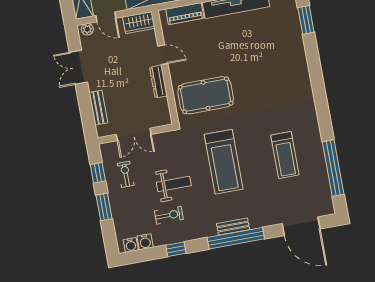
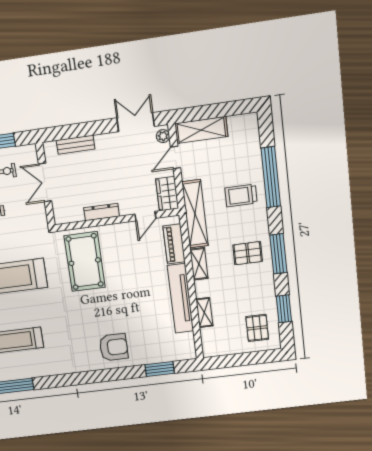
door: (163, 55) -> (145, 216), moved
armchair: (287, 65) -> (114, 347), added
double door: (78, 67) -> (136, 122), moved

